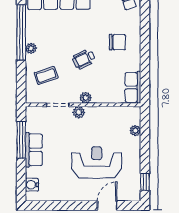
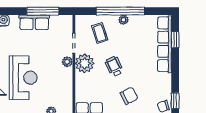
window: (21, 32) -> (120, 11), moved
chair: (117, 42) -> (129, 96), turned -117
plant: (86, 98) -> (85, 63), width x1.87, depth x1.87

